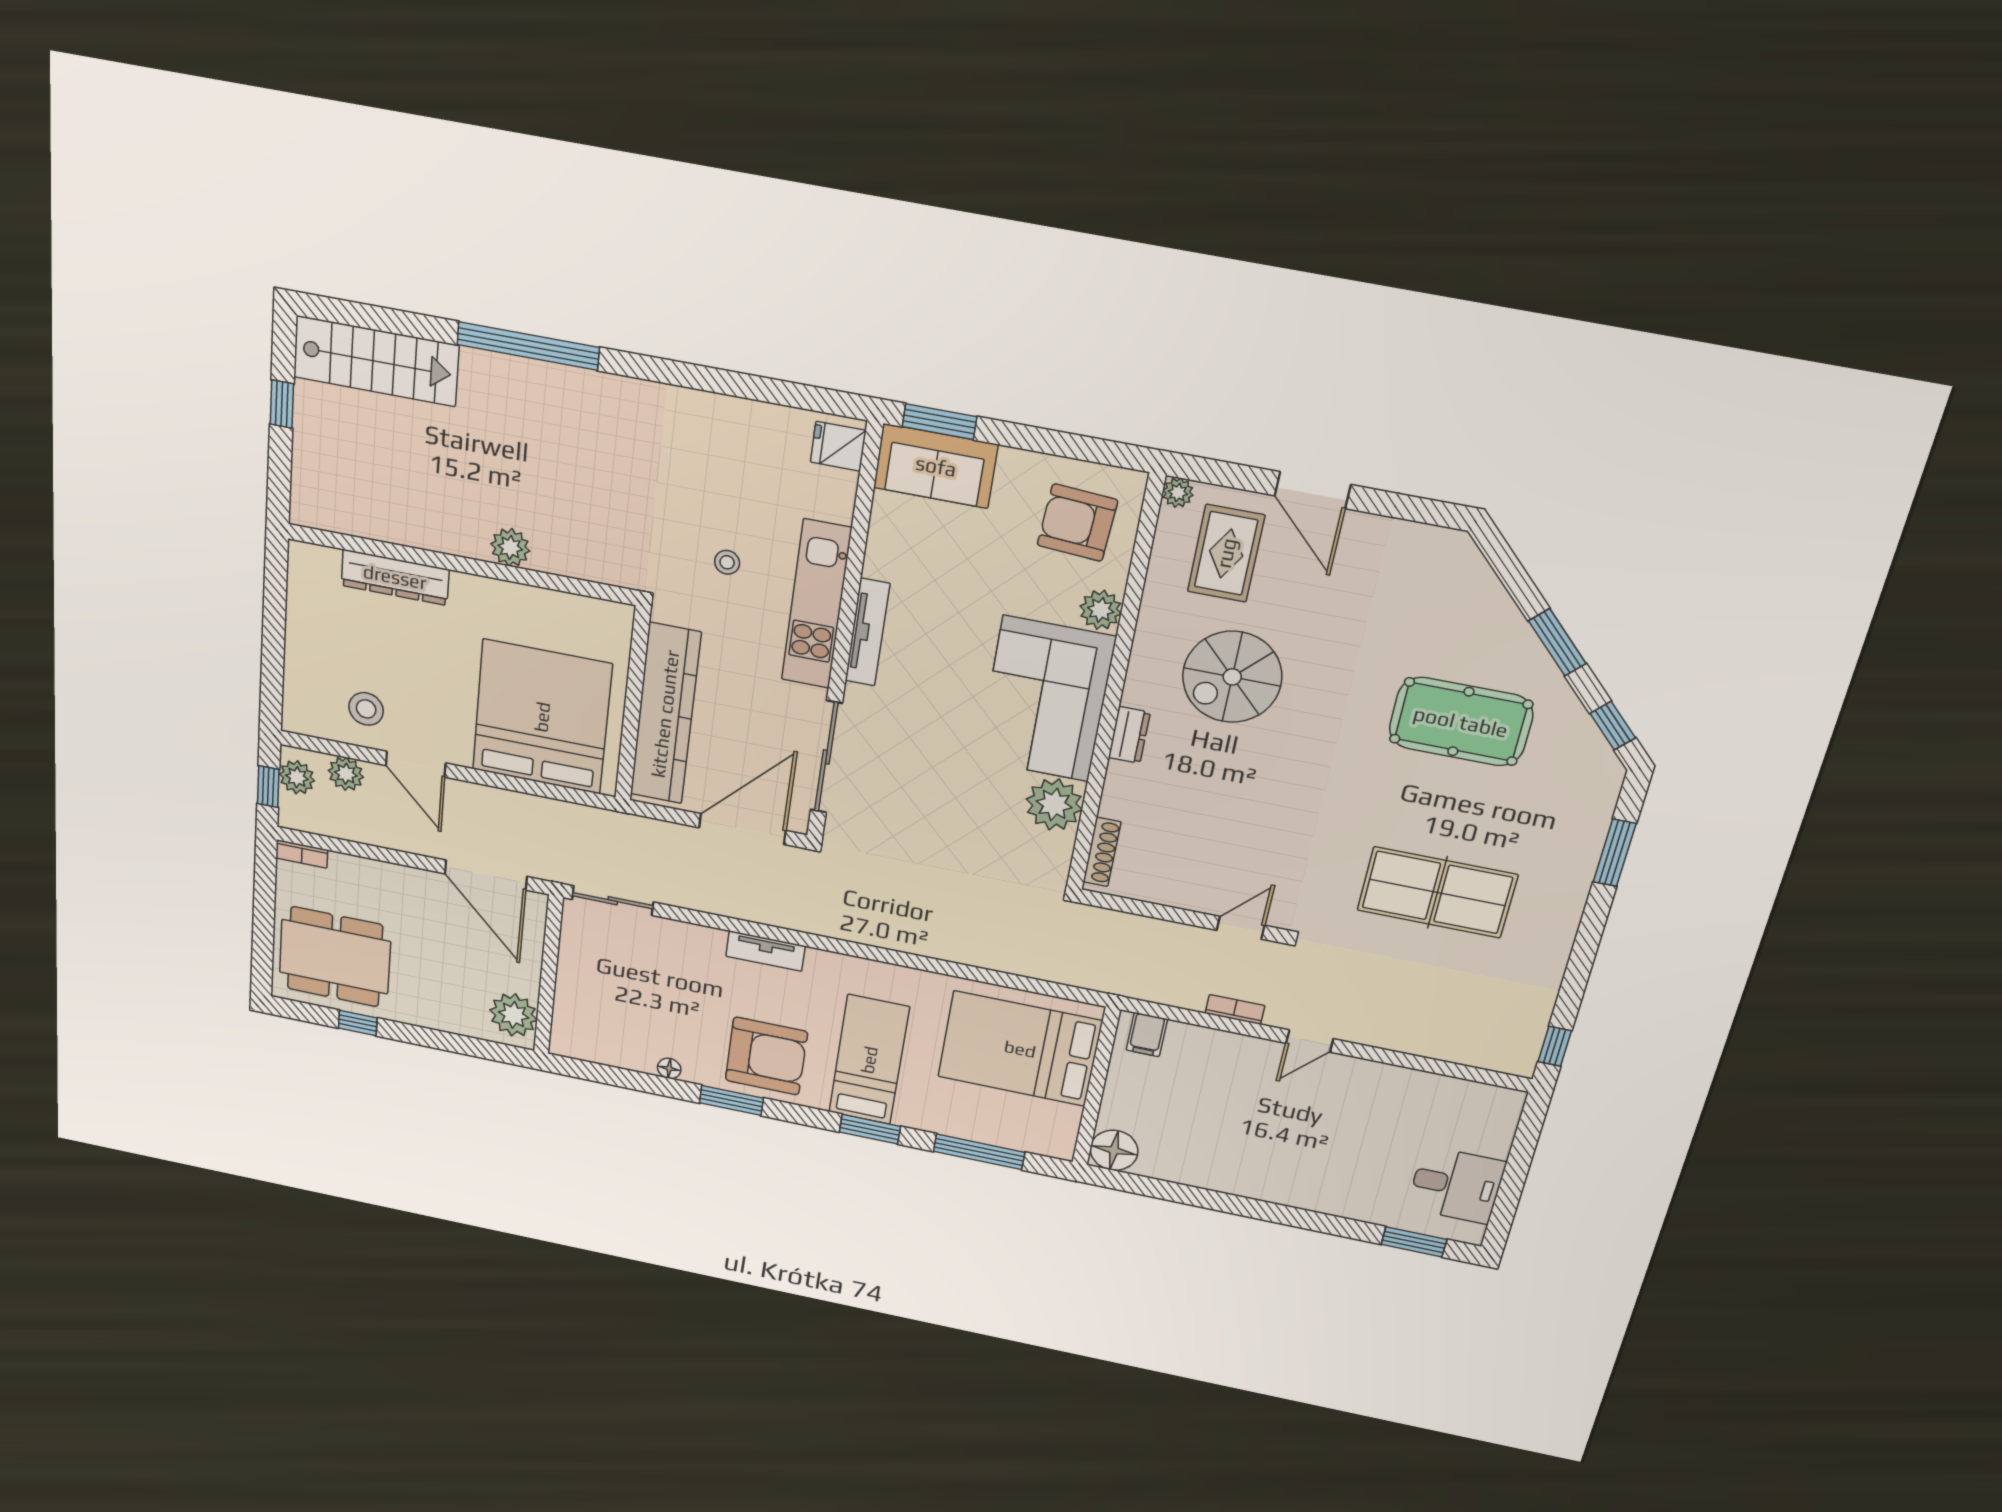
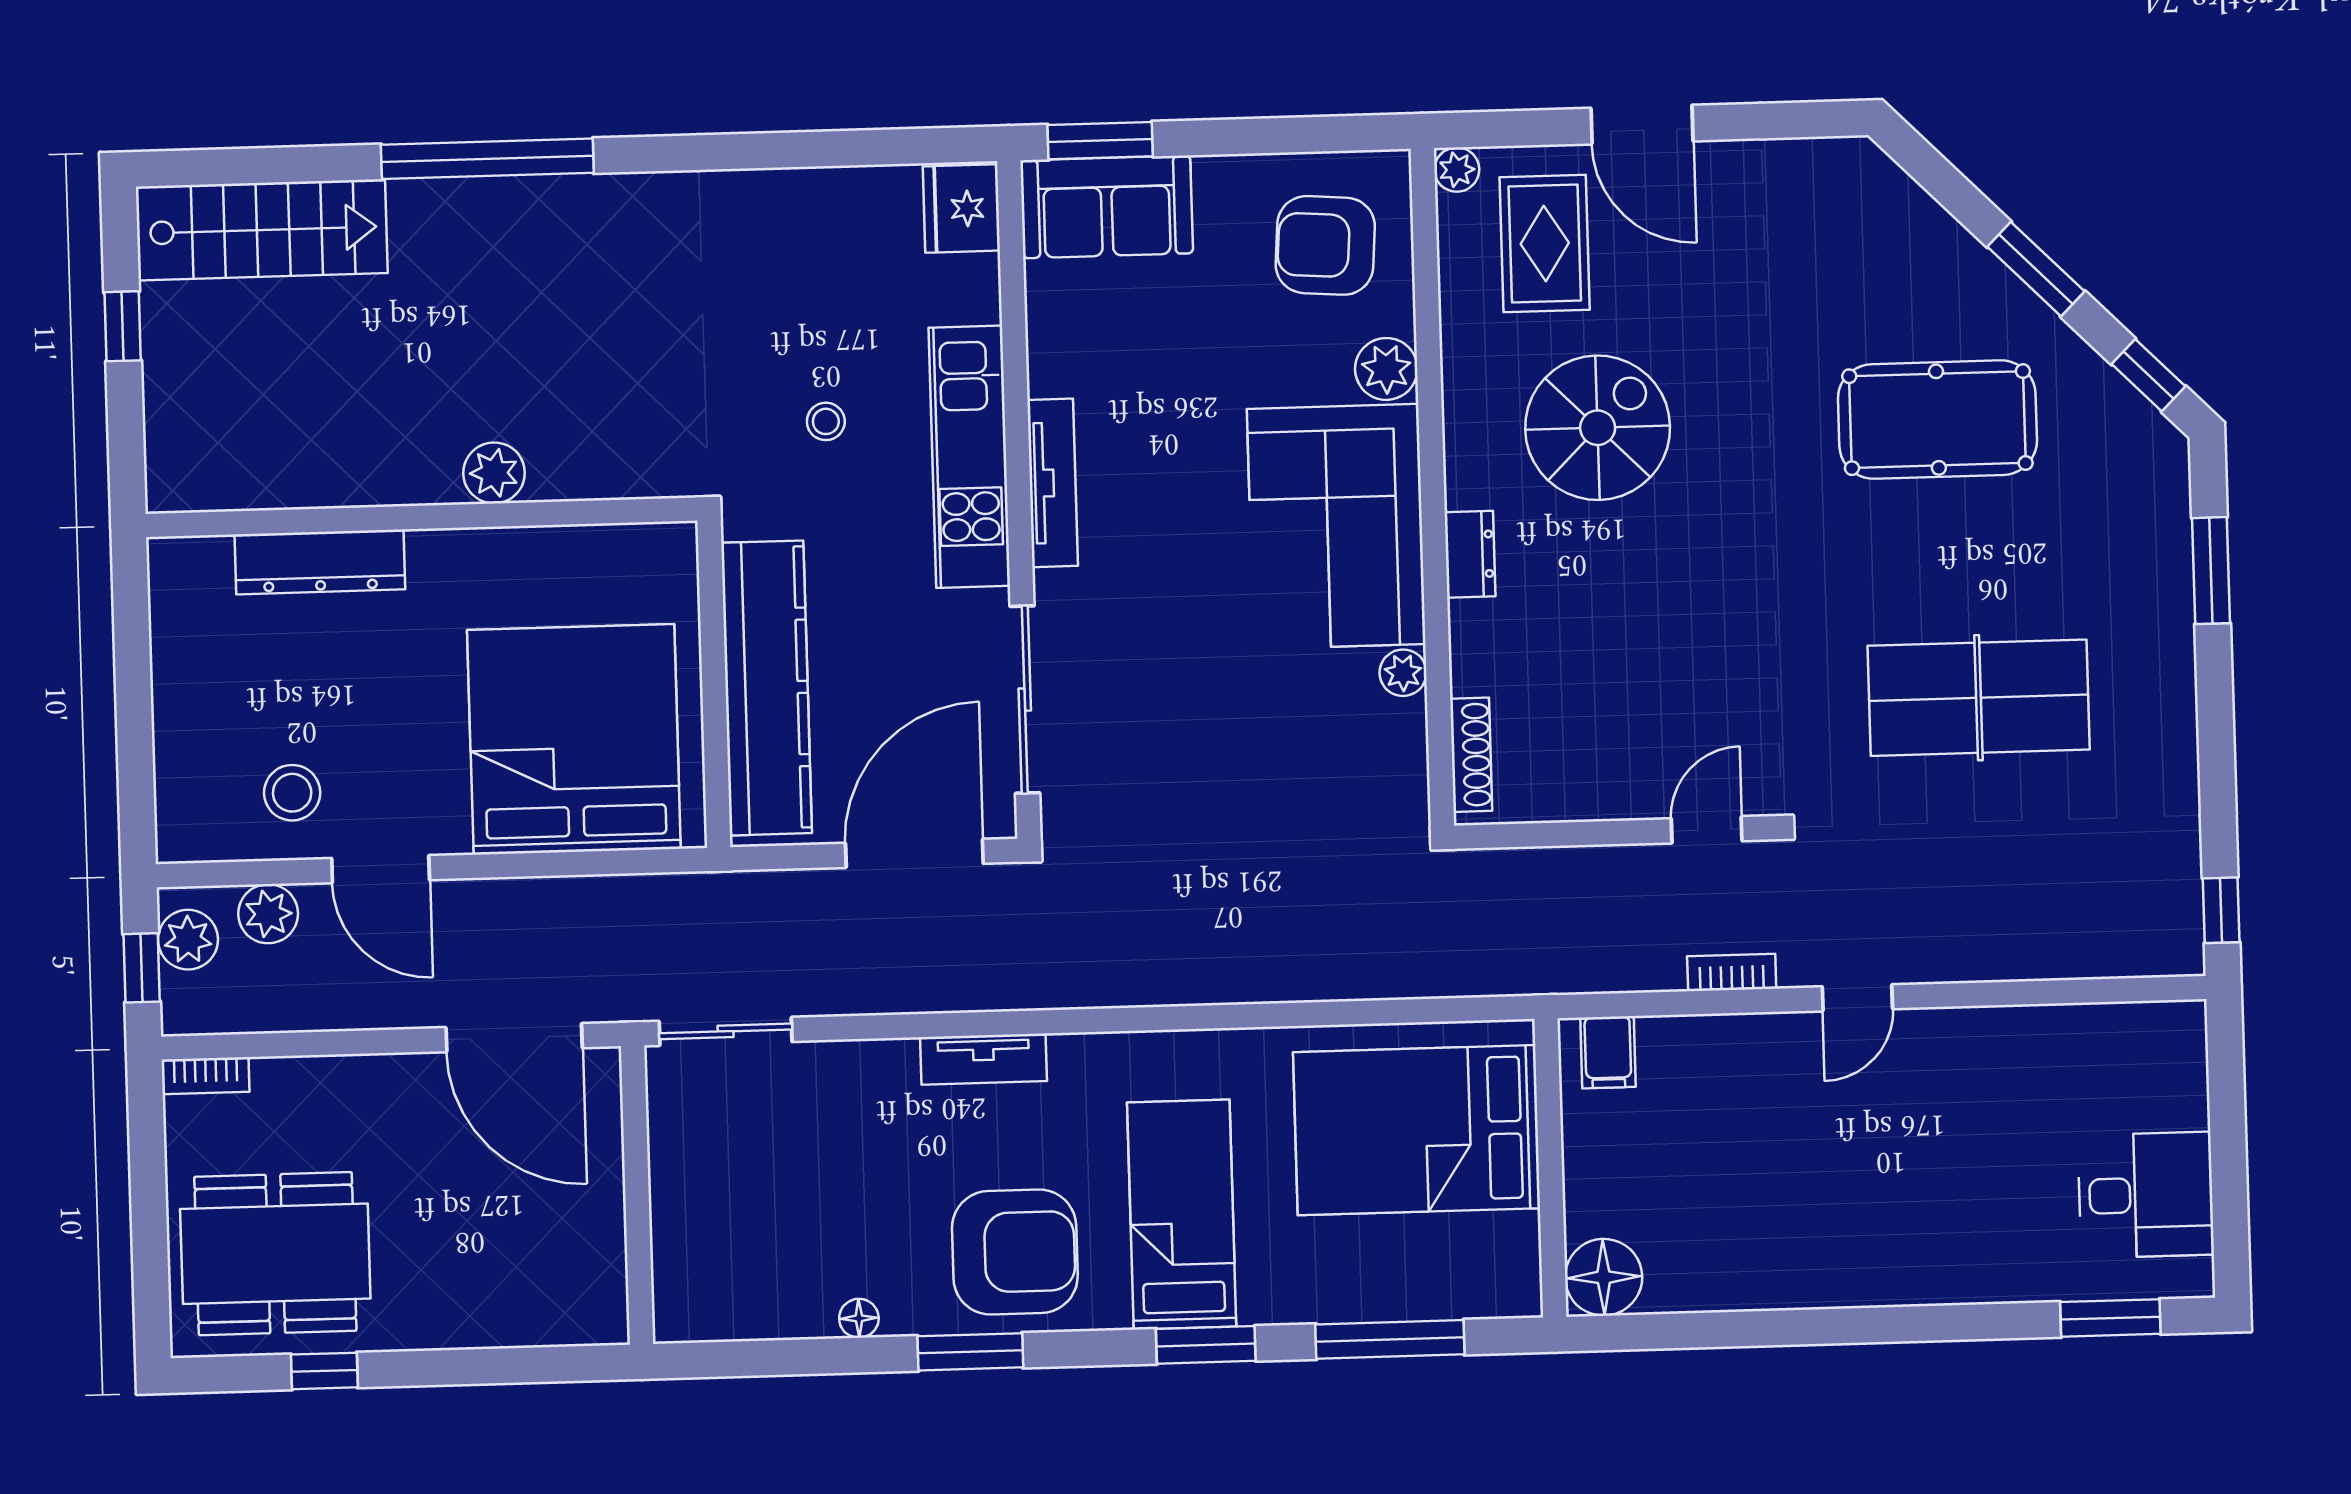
fridge: (838, 446) -> (961, 209), width x1.38
spiral stairs: (1232, 677) -> (1598, 428), turned 180
plant: (1054, 804) -> (1403, 673), width x0.53, depth x0.53
plant: (514, 1015) -> (587, 1285), removed

